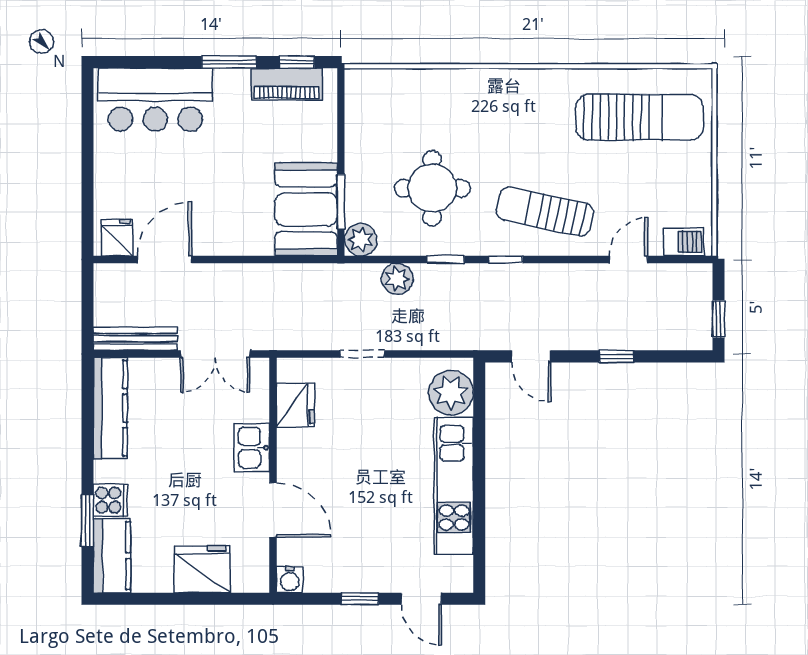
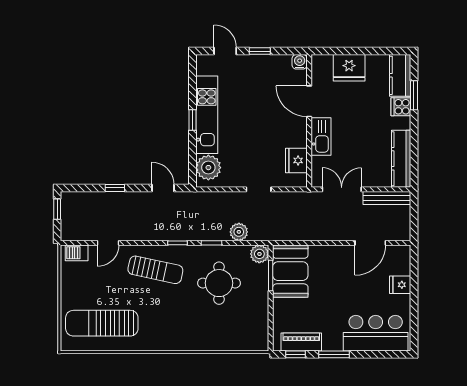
fridge: (117, 237) -> (400, 285), moved, turned 90
kitchen sink: (252, 448) -> (321, 136), width x1.38
window: (479, 477) -> (192, 120), added

